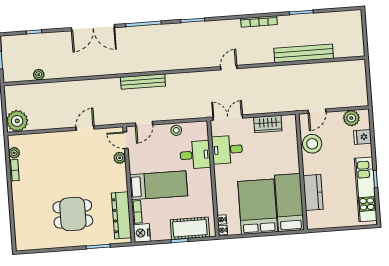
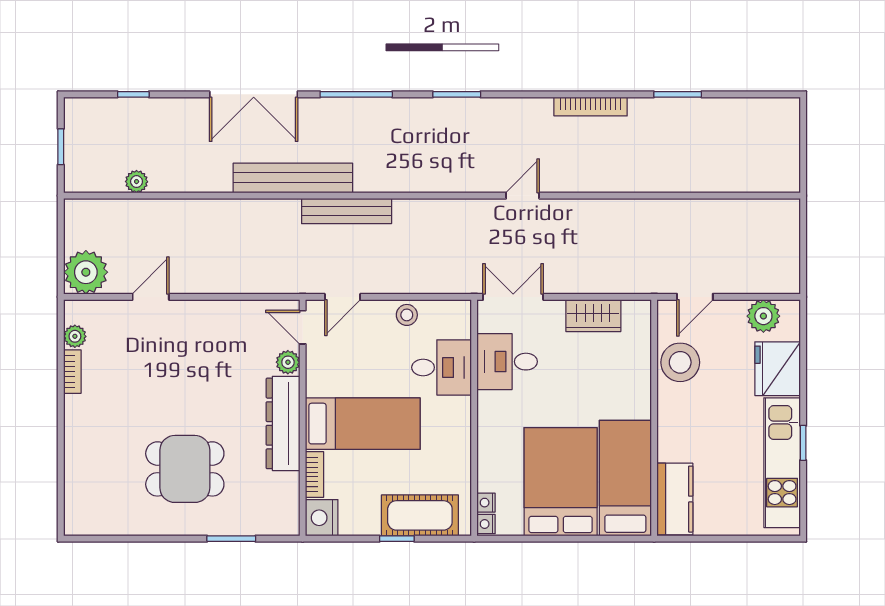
bench: (304, 53) -> (293, 178), moved
door: (85, 128) -> (151, 297), moved
fridge: (363, 137) -> (778, 369), width x1.88, depth x1.34
kitchen counter: (313, 192) -> (675, 499), moved
dresser: (121, 215) -> (283, 423), moved

